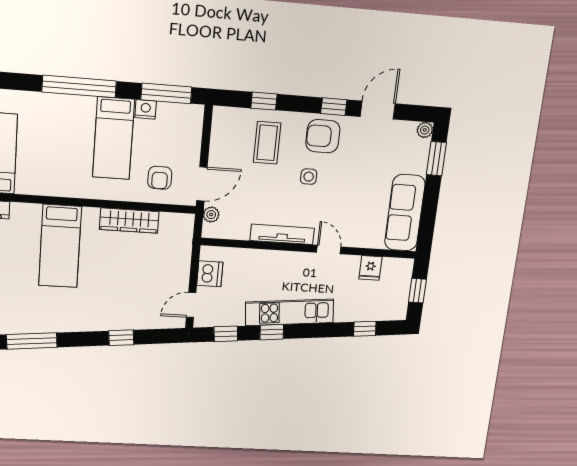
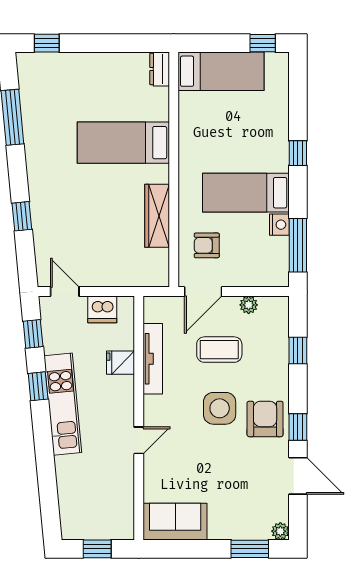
window: (79, 86) -> (298, 153), width x0.32
coffee table: (267, 143) -> (219, 350), moved
side table: (309, 177) -> (220, 408), width x1.87, depth x1.87
door: (202, 184) -> (203, 292), hinge flipped
sofa: (405, 213) -> (175, 522), width x0.73
plant: (211, 215) -> (249, 305), moved
tv unit: (282, 234) -> (153, 359), moved
fridge: (370, 268) -> (120, 363), moved
window: (365, 329) -> (48, 493), removed

